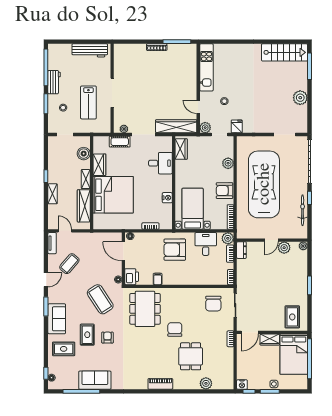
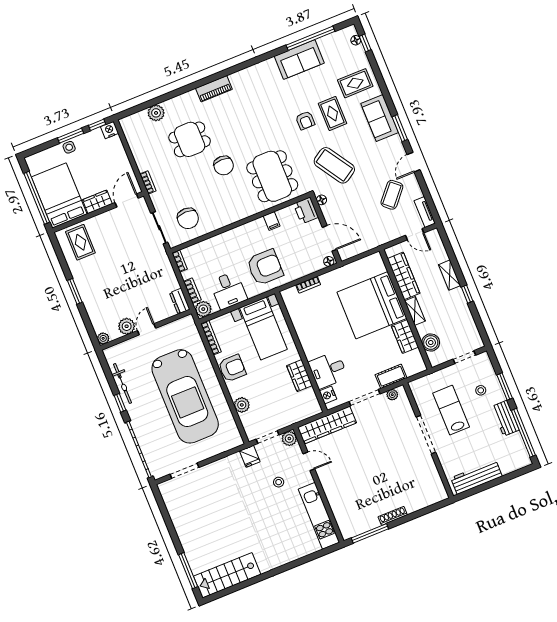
plant: (300, 98) -> (184, 526), removed
wardrobe: (181, 149) -> (299, 376), moved
nightstand: (167, 198) -> (328, 395), moved
chair: (213, 304) -> (188, 218), turned 180
dining table: (191, 356) -> (190, 139), turned 90

